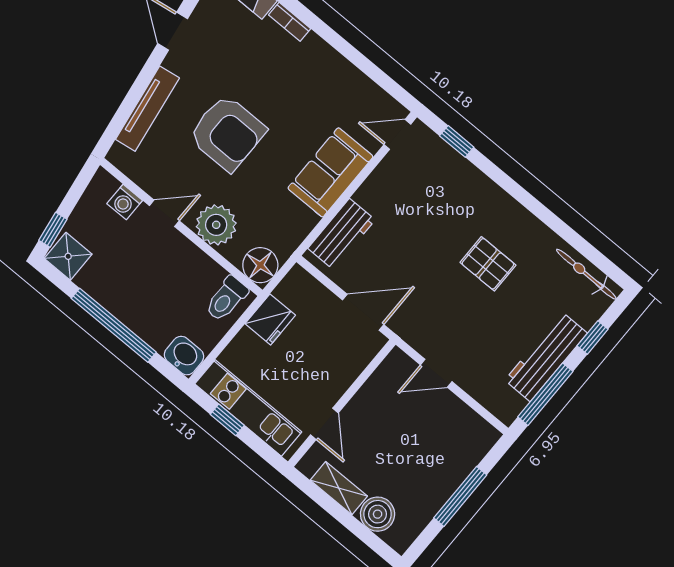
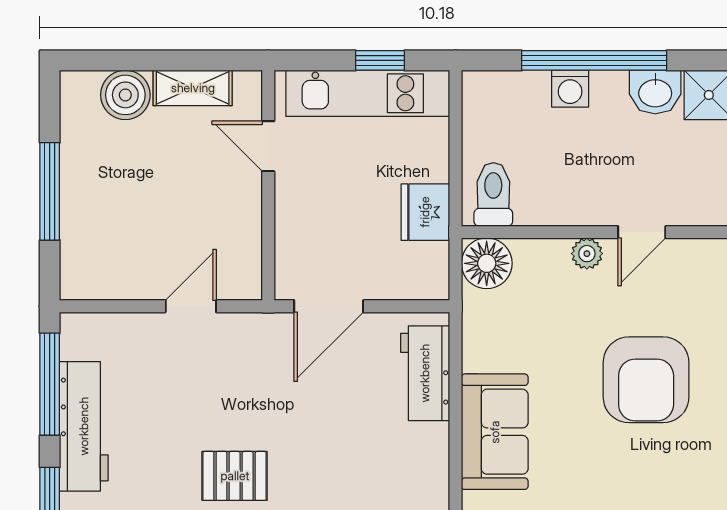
armchair: (227, 133) -> (646, 380), turned -90
washing machine: (125, 202) -> (570, 89), moved, turned 180
plant: (216, 225) -> (587, 254), width x0.53, depth x0.53
washbasin: (184, 356) -> (655, 92), moved

